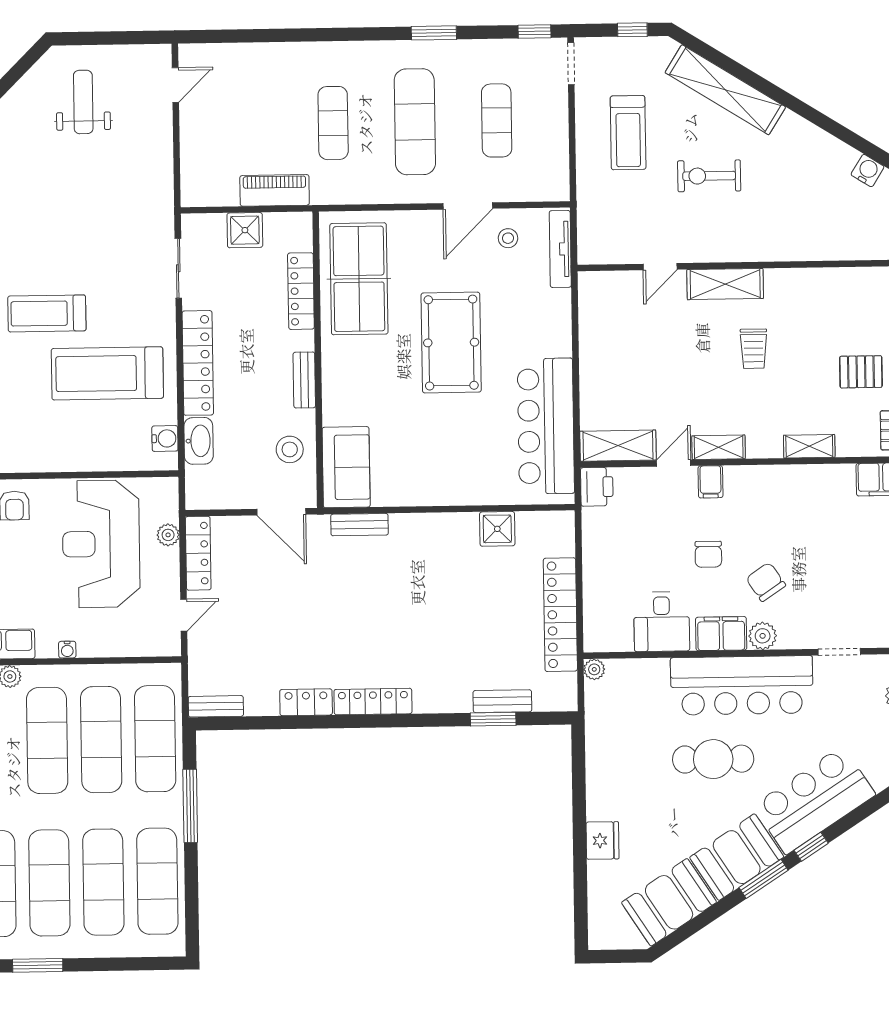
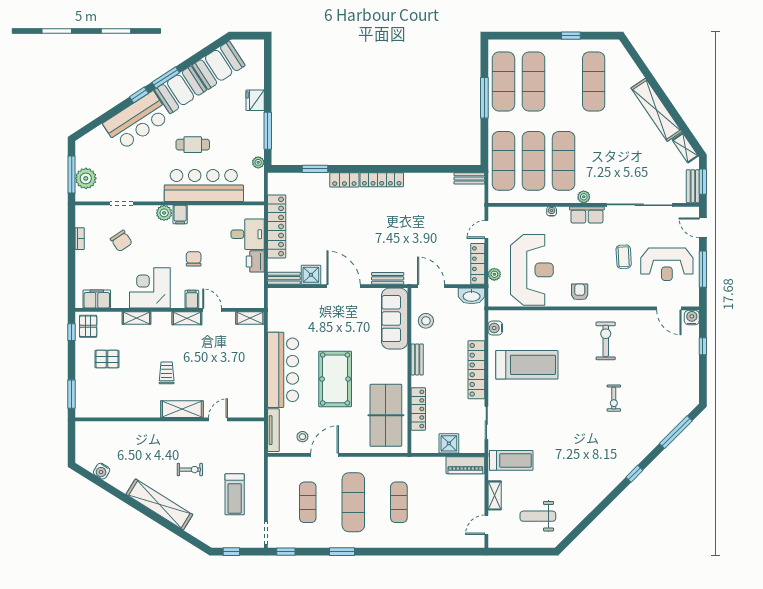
shelving: (725, 90) -> (159, 504), moved
weight bench: (83, 102) -> (538, 516), turned 90
treadmill: (628, 133) -> (235, 494), turned 180
shelving: (161, 138) -> (495, 495), added
exercise bike: (709, 176) -> (190, 470), width x0.73, depth x0.72
piano: (275, 190) -> (465, 465), moved
treadmill: (47, 313) -> (511, 460), moved
bar counter: (546, 426) -> (283, 370), moved
washbasin: (199, 441) -> (472, 296), moved, turned -90
shelving: (618, 446) -> (250, 318), width x0.67, depth x0.75
door: (674, 463) -> (212, 310), swing flipped
sofa: (346, 467) -> (395, 319), width x1.36
printer: (597, 487) -> (255, 261), moved
corner desk: (786, 501) -> (150, 288), added
door: (438, 509) -> (344, 286), added
chair: (766, 582) -> (121, 241), moved
desk: (662, 622) -> (248, 234), moved, turned 90
filing cabinet: (721, 634) -> (180, 214), width x0.50
plant: (594, 669) -> (258, 162), moved
bar counter: (742, 685) -> (204, 185), moved
bench: (502, 701) -> (284, 278), moved
locker: (306, 702) -> (344, 180), moved
cafe table: (713, 759) -> (193, 145), width x0.73, depth x0.74
window: (579, 786) -> (268, 131), added
window: (190, 806) -> (484, 98), moved
exercise mat: (49, 883) -> (564, 81), removed
window: (38, 965) -> (571, 36), width x0.67

